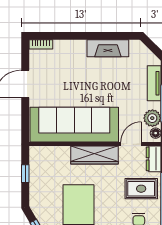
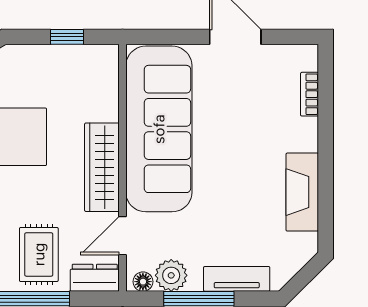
bookcase: (41, 44) -> (310, 94), moved
door: (131, 144) -> (122, 236), swing flipped

